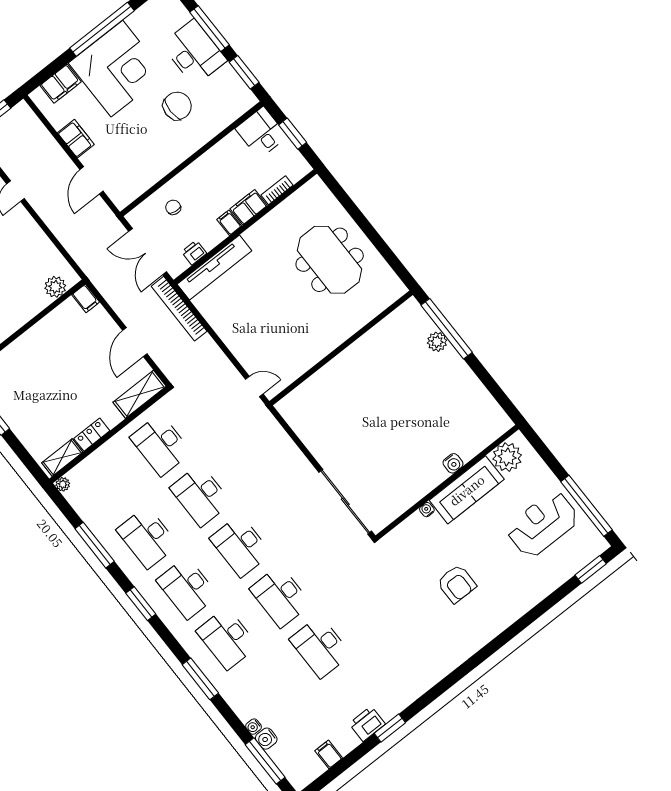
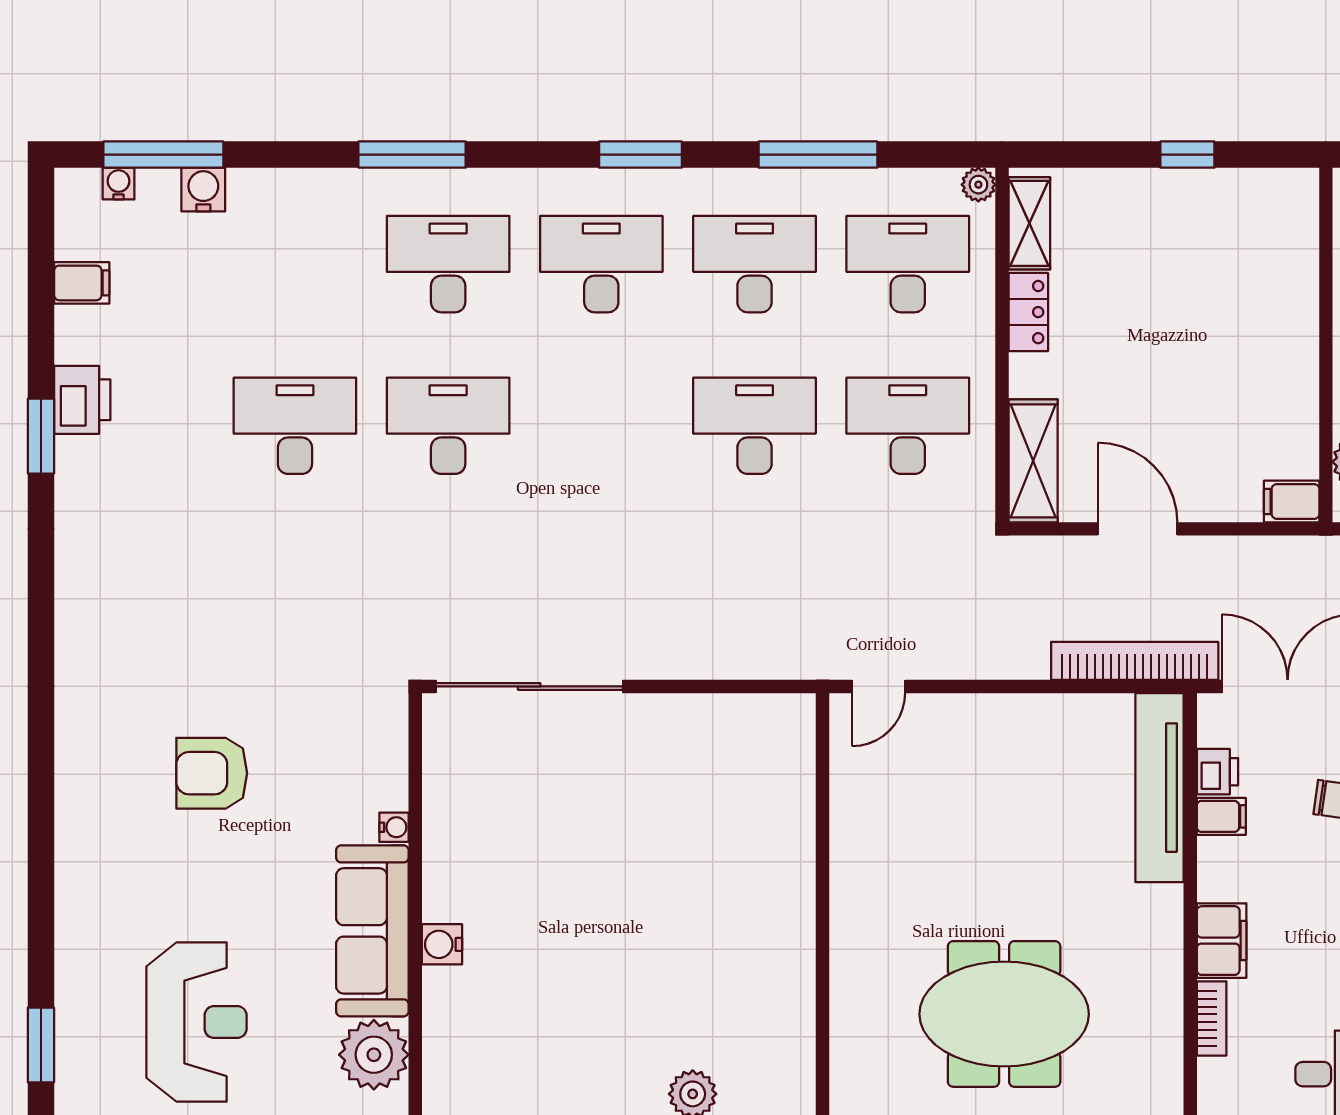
filing cabinet: (229, 223) -> (1221, 816), moved
desk: (240, 546) -> (908, 264), moved
water cooler: (254, 727) -> (119, 184), moved

